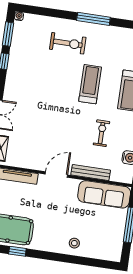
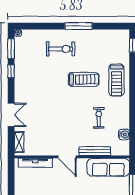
treadmill: (90, 84) -> (84, 79), turned 90
door: (56, 175) -> (67, 157), swing flipped

